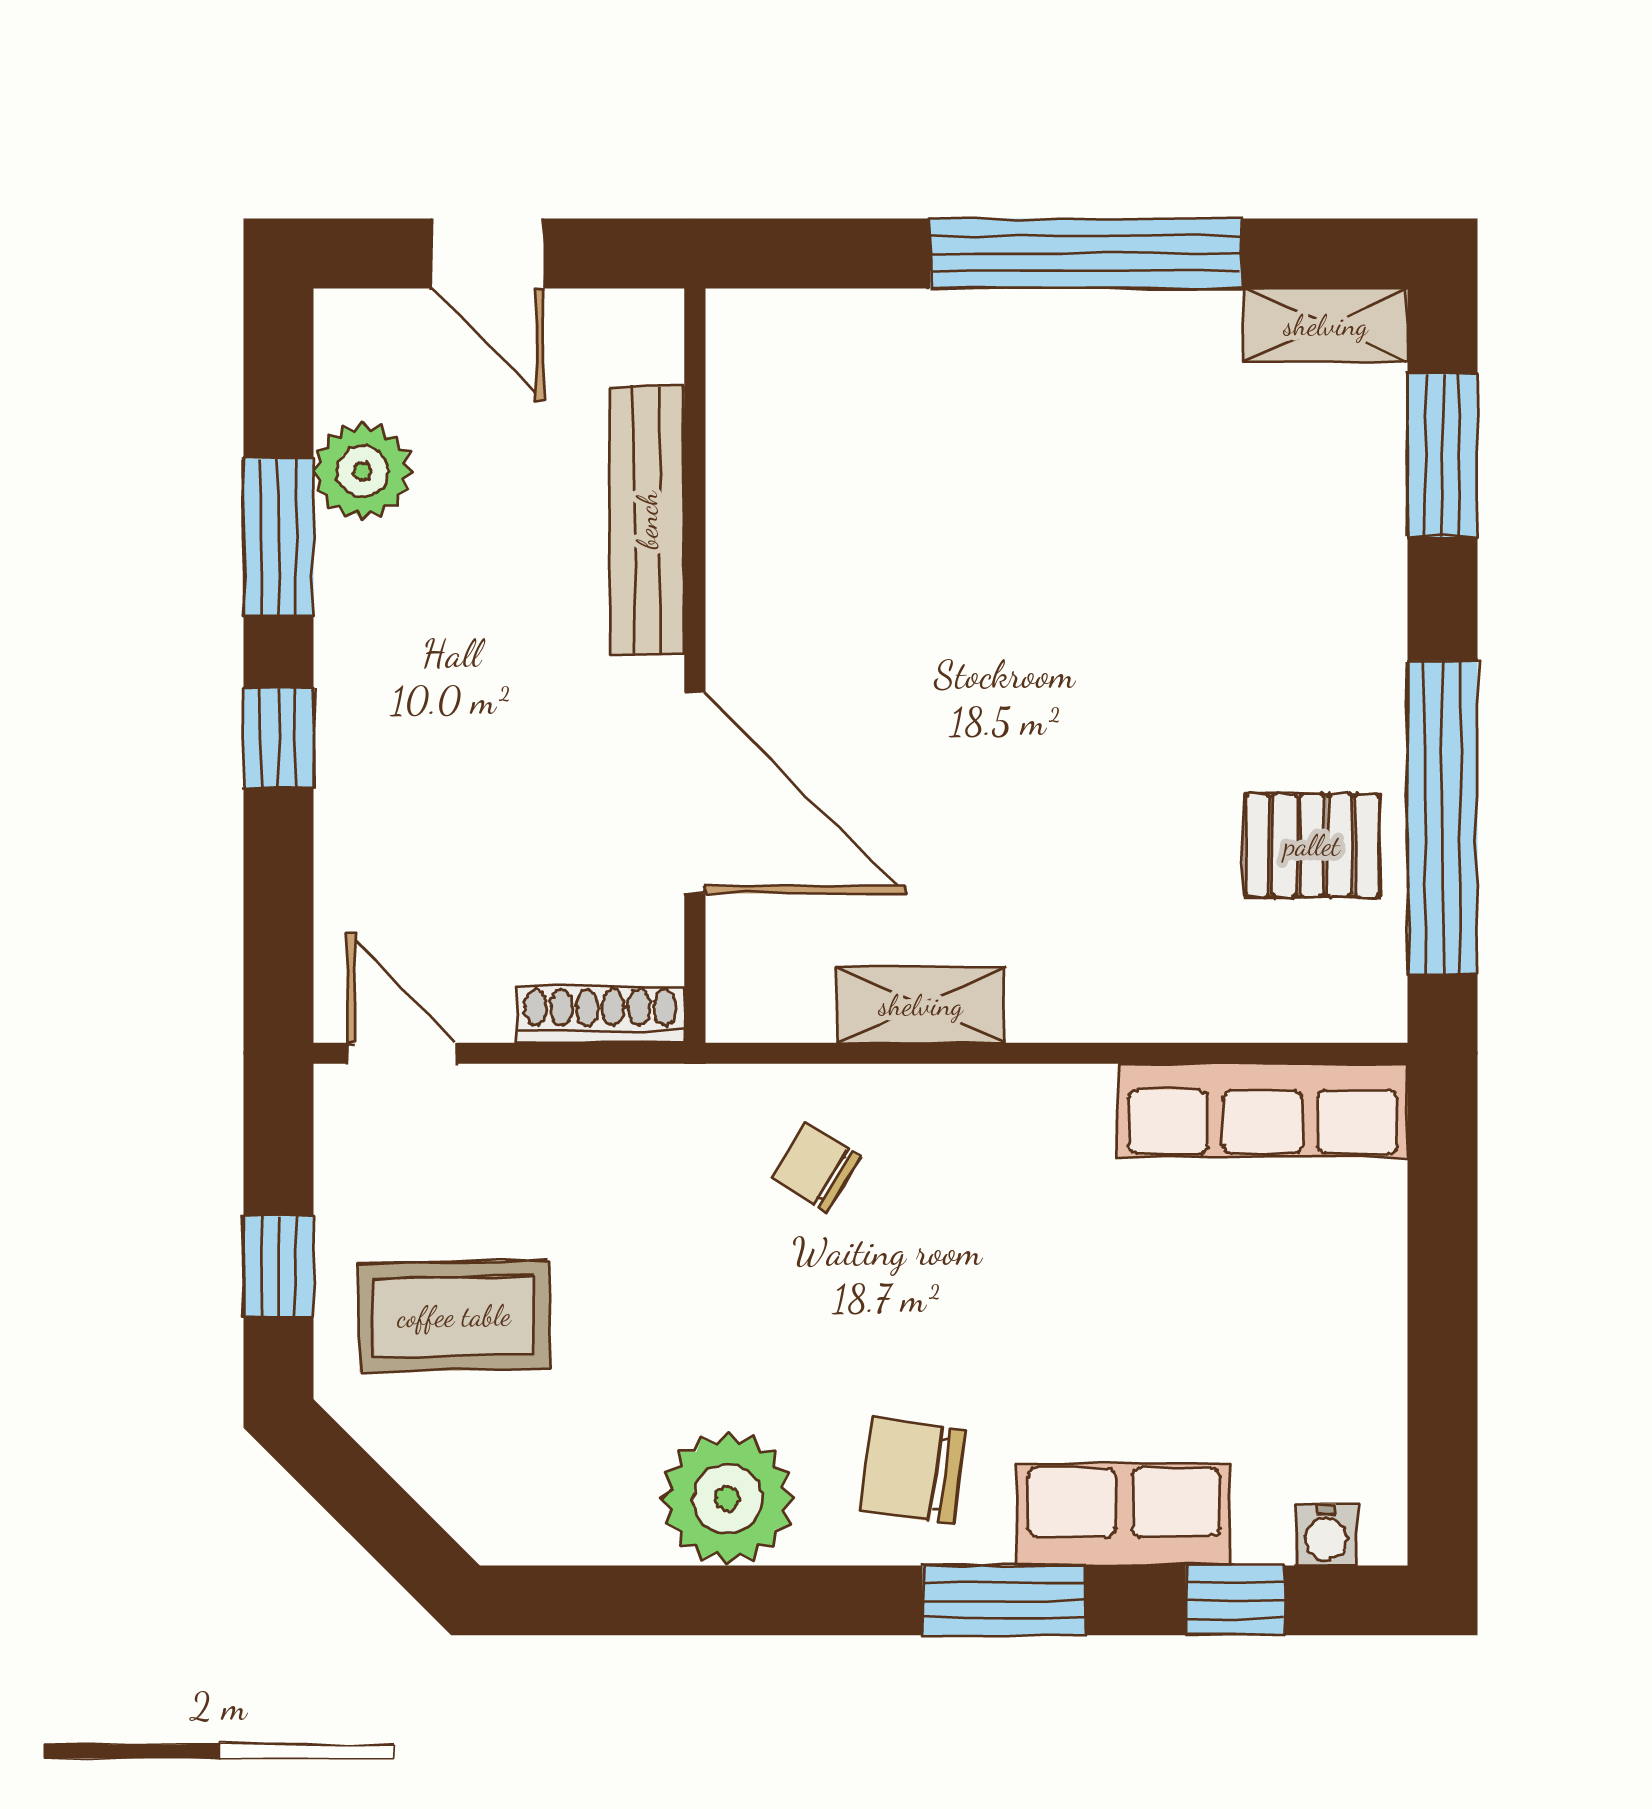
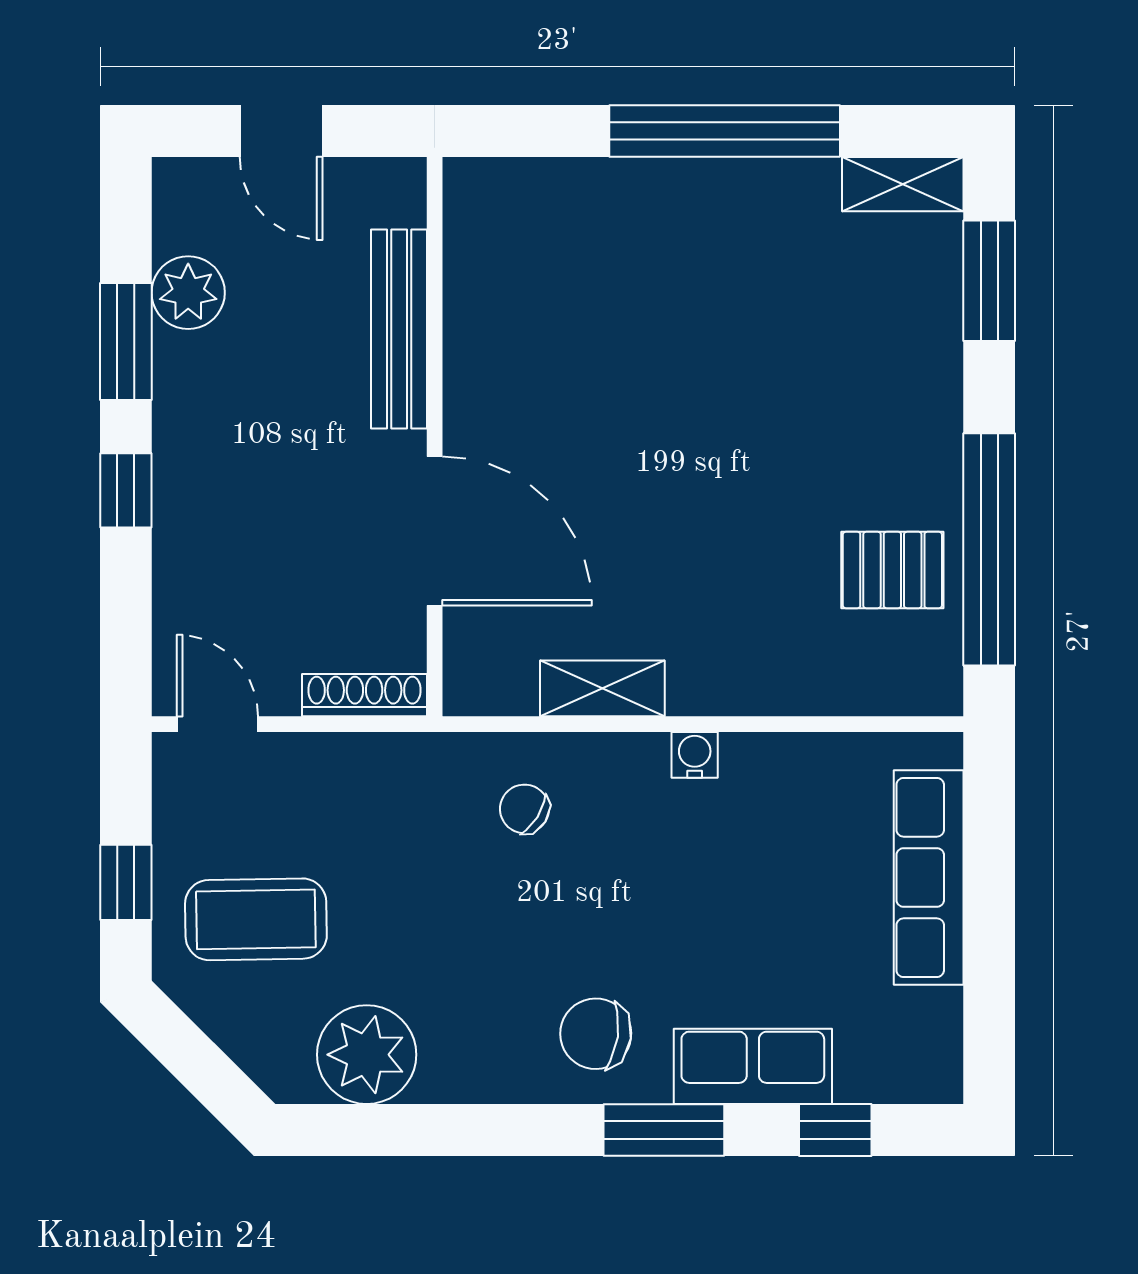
row of seats: (1263, 1111) -> (929, 877), moved, turned 90
plant: (728, 1499) -> (367, 1055), moved
water cooler: (1326, 1535) -> (695, 755), moved, turned 180

